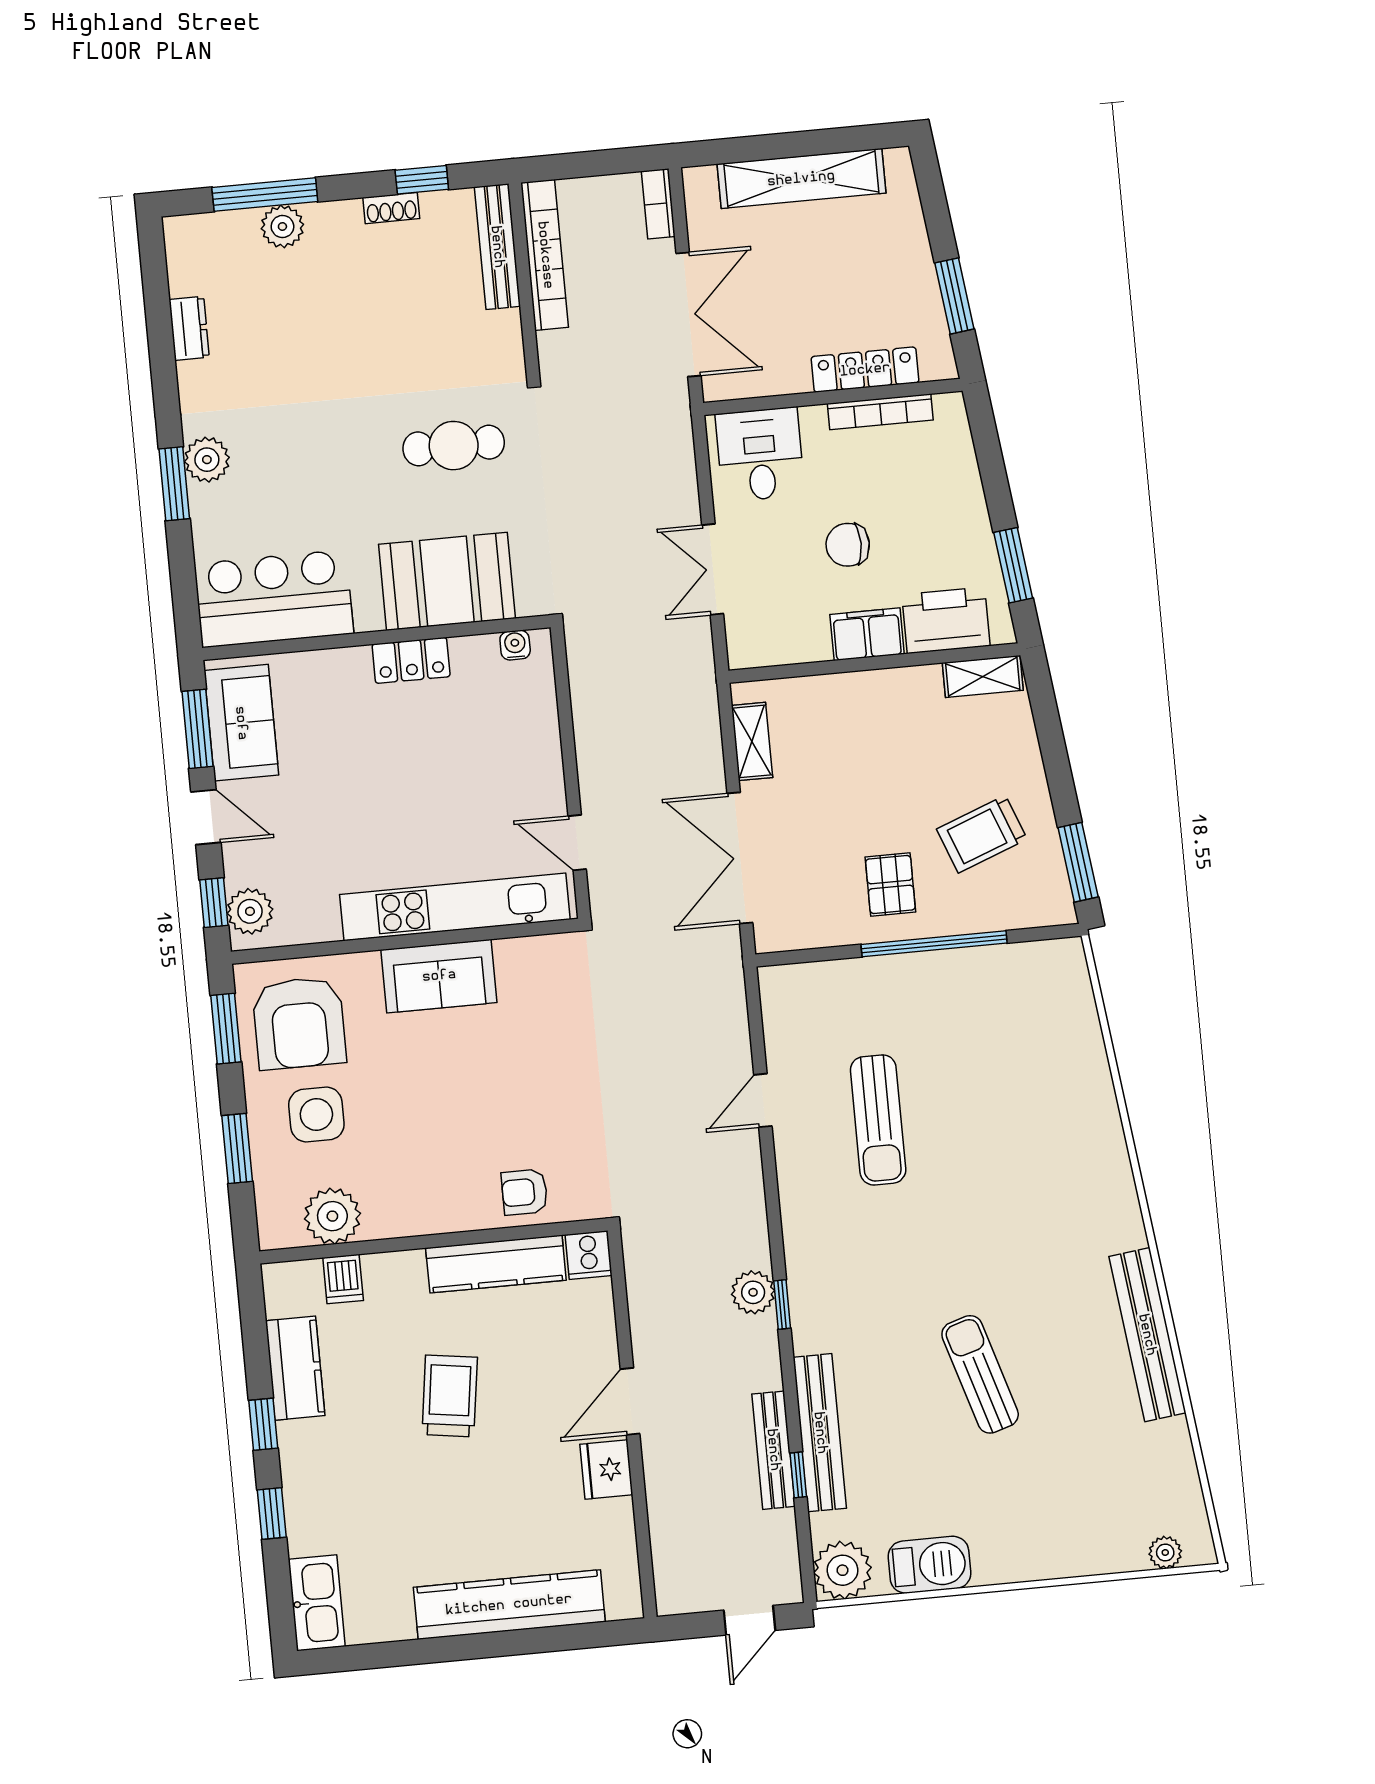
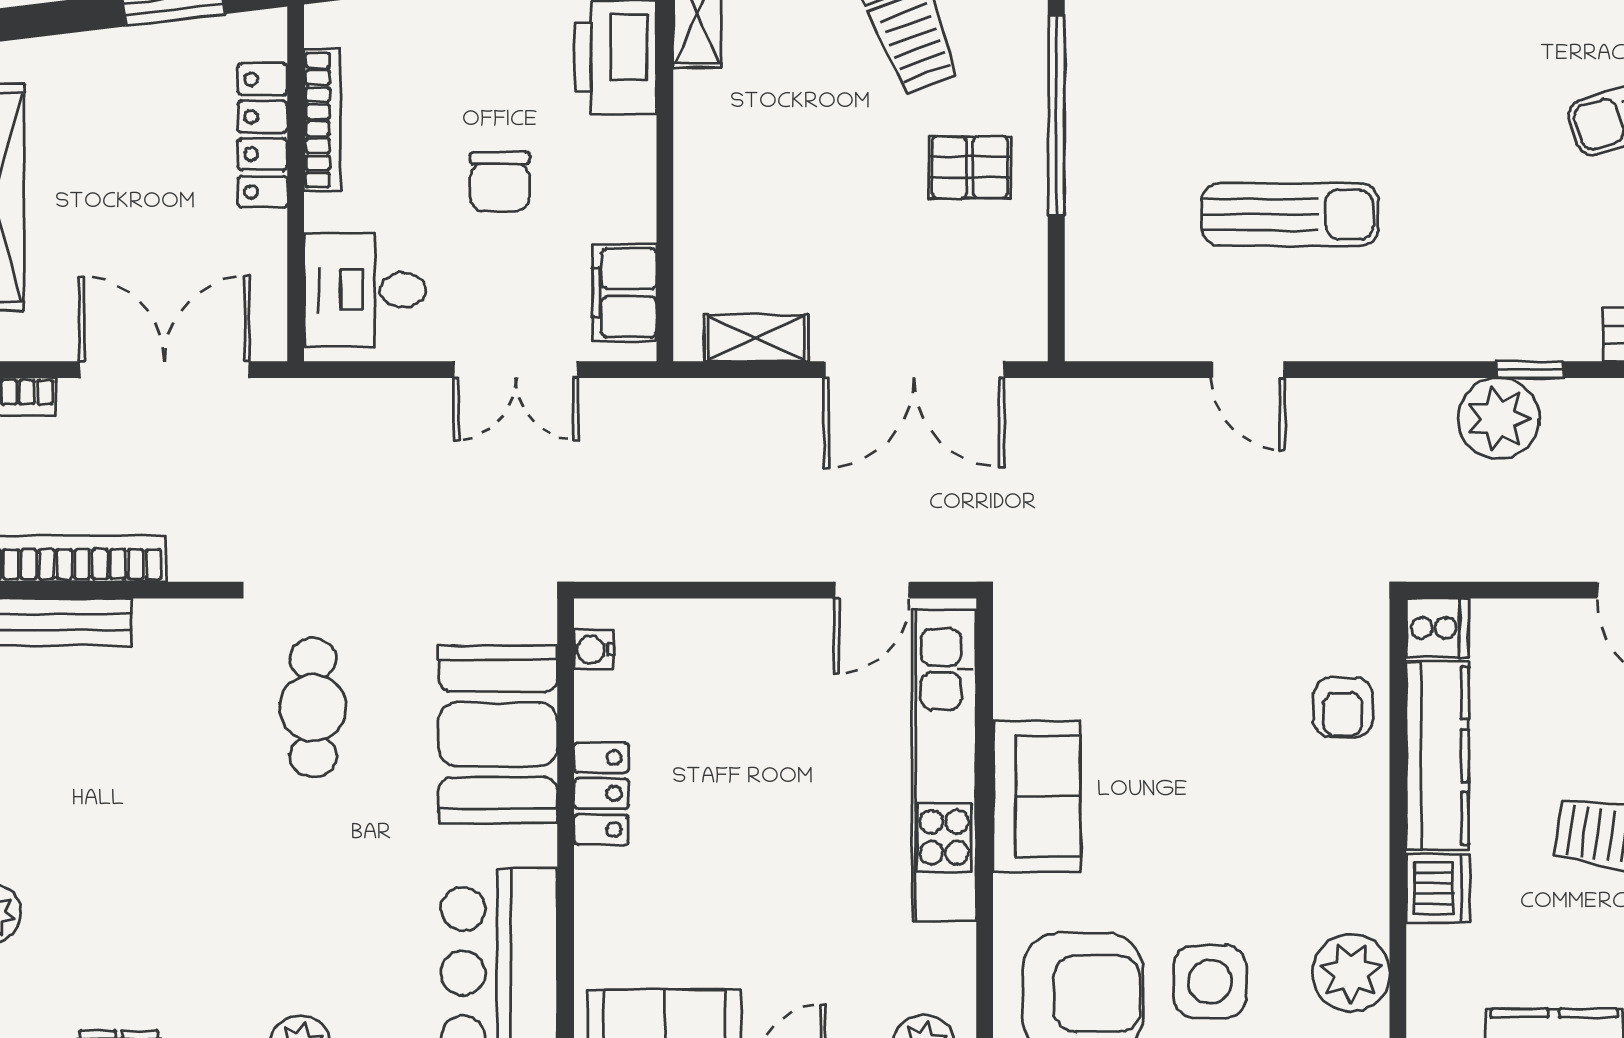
filing cabinet: (867, 634) -> (625, 293), moved
dishwasher: (343, 1279) -> (1438, 888), moved, width x1.38
plant: (753, 1292) -> (1499, 419), width x1.36, depth x1.36

